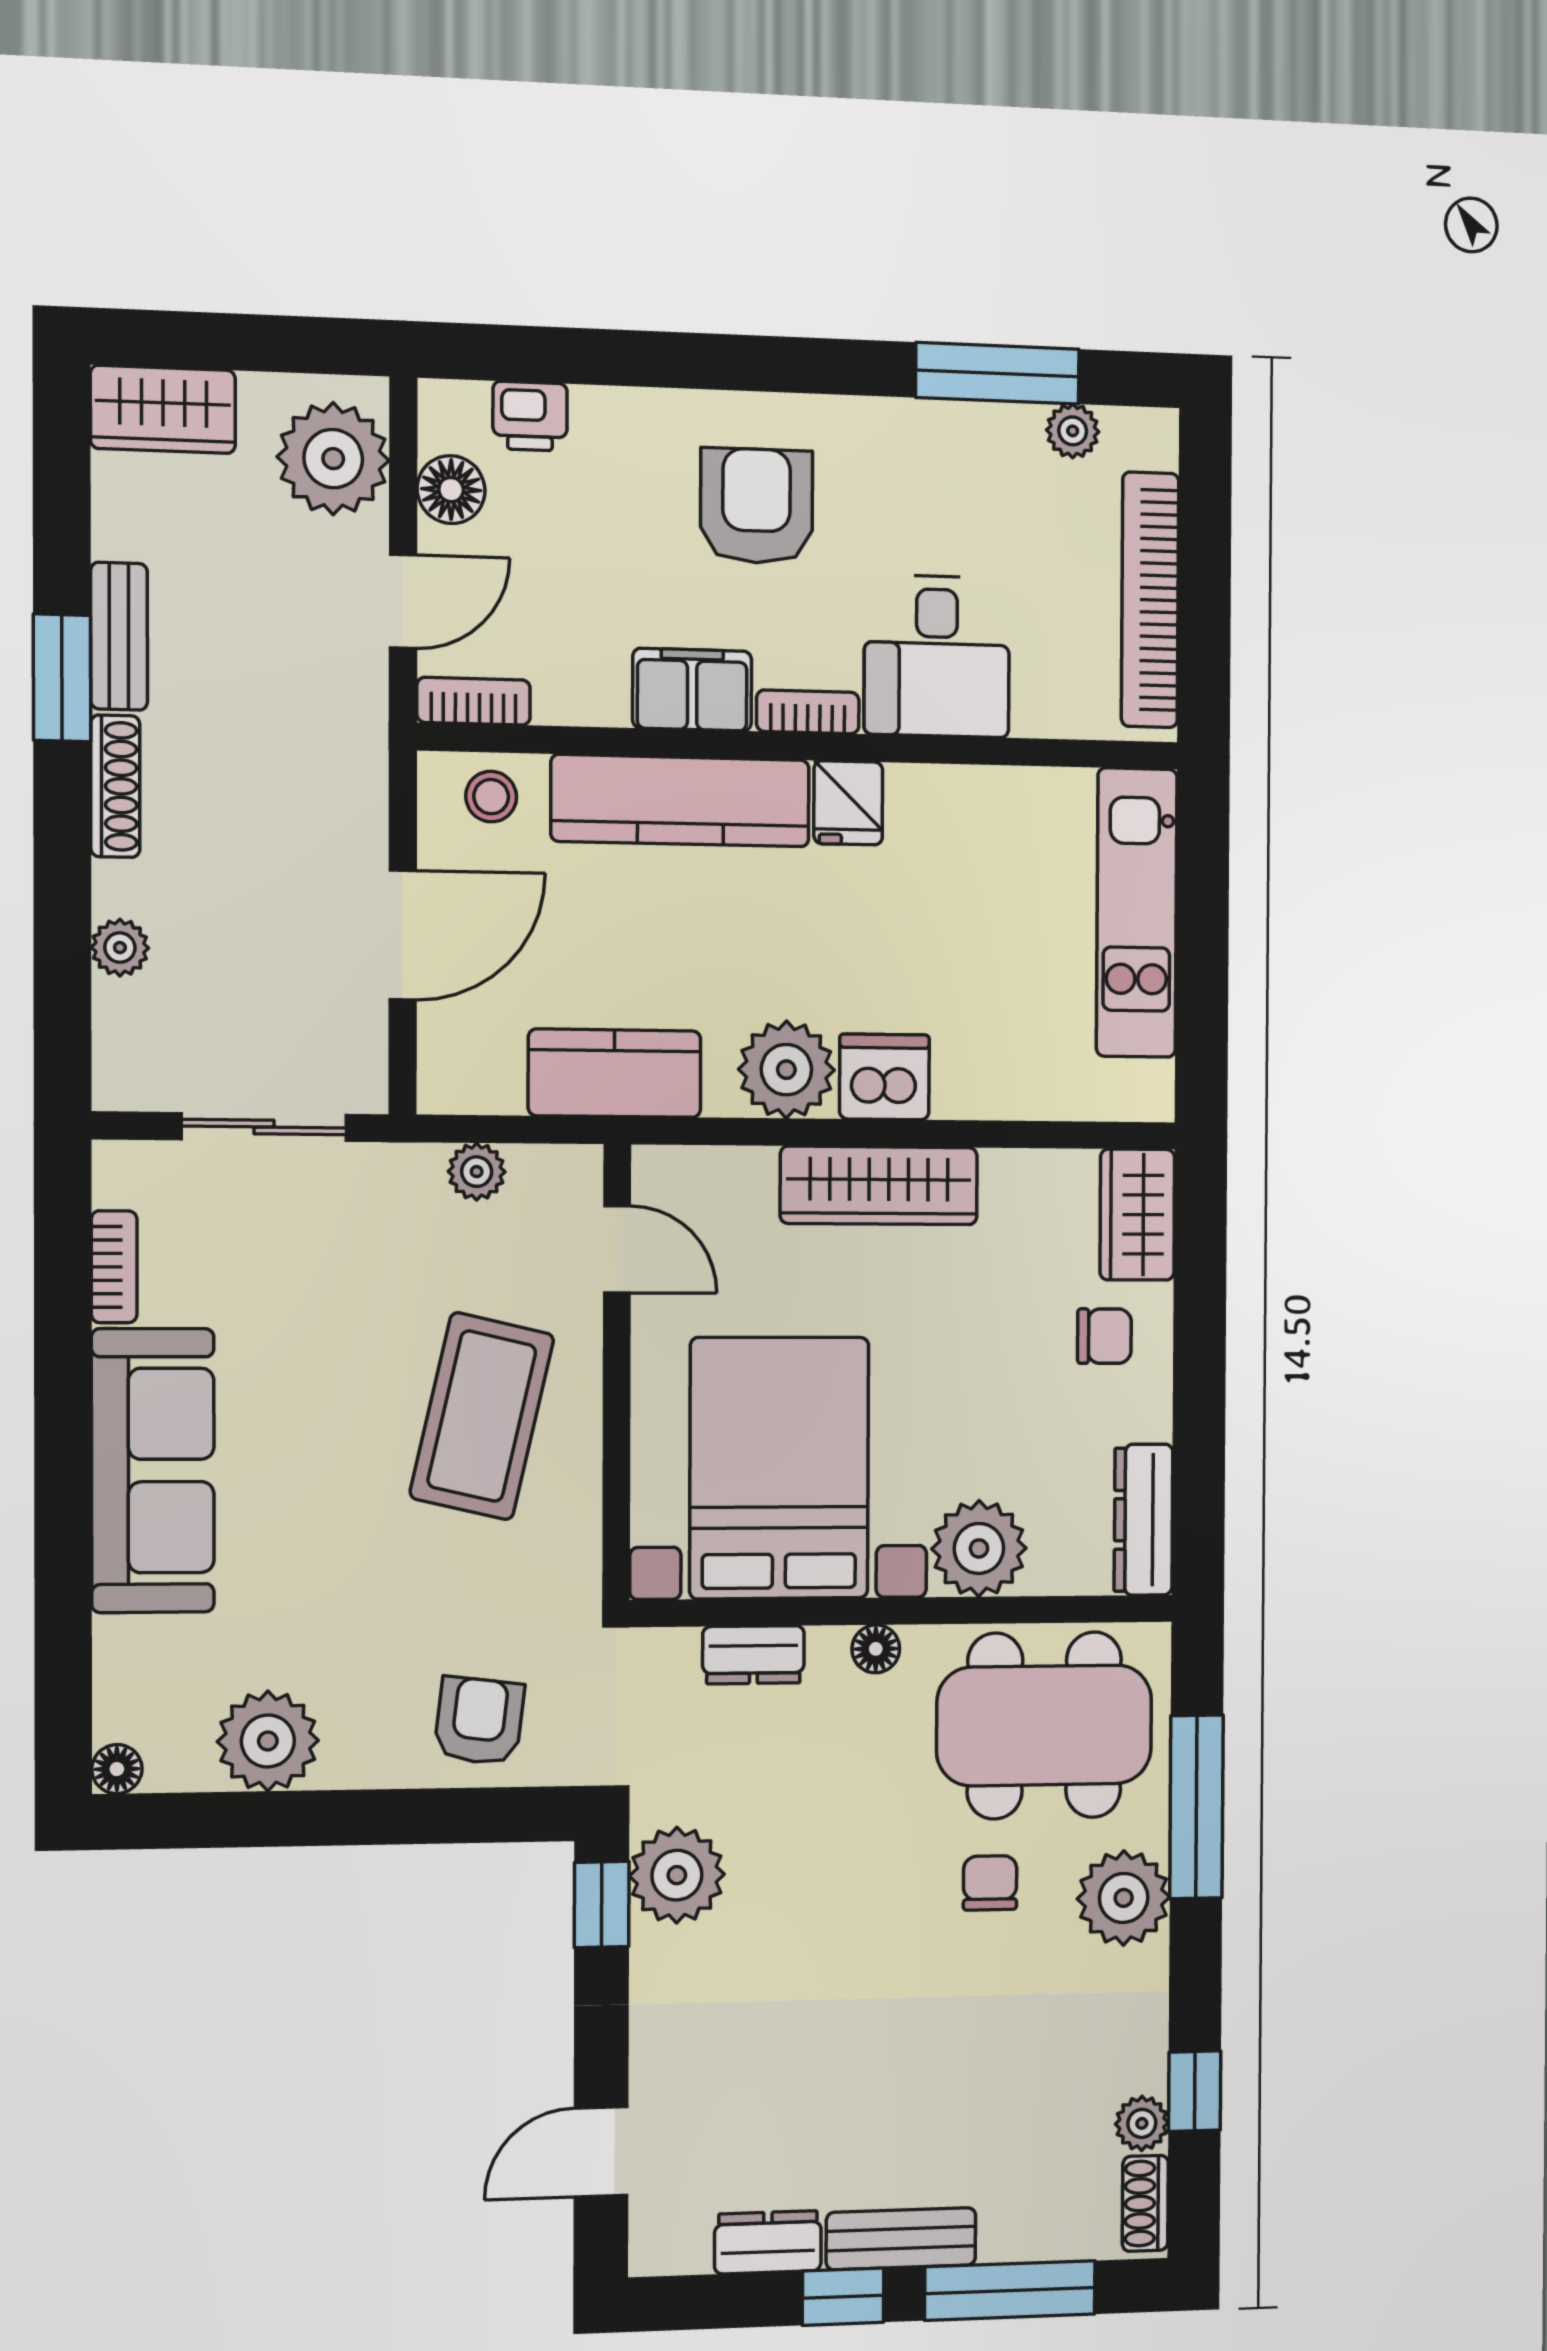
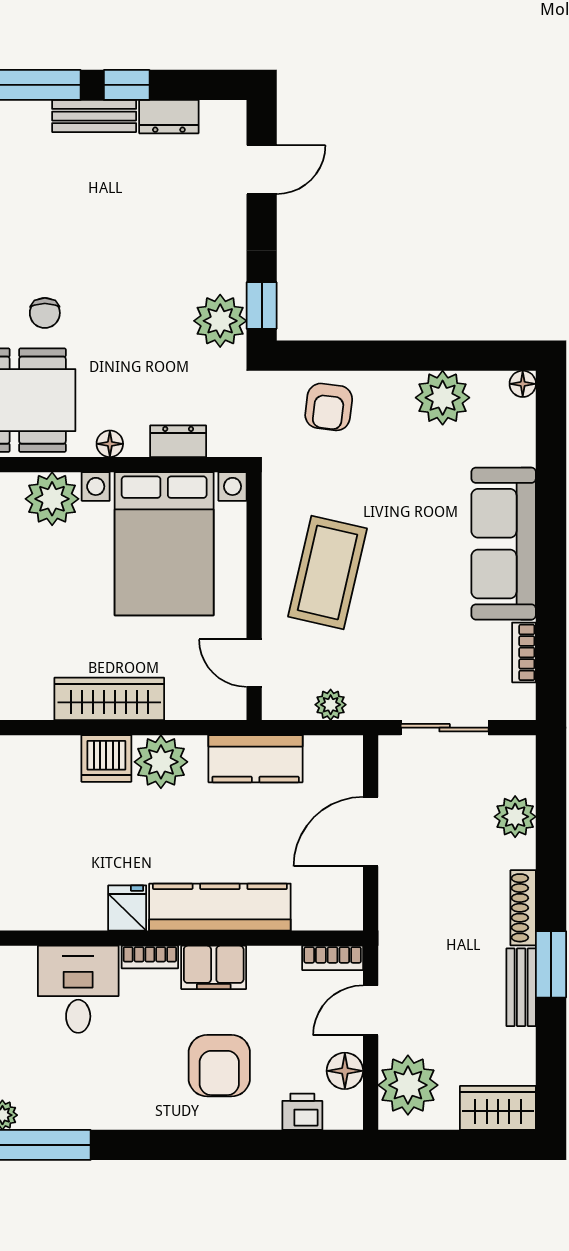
armchair: (756, 506) -> (219, 1066), moved
stool: (491, 797) -> (323, 907), removed
plant: (120, 948) -> (515, 817), width x1.38, depth x1.38

